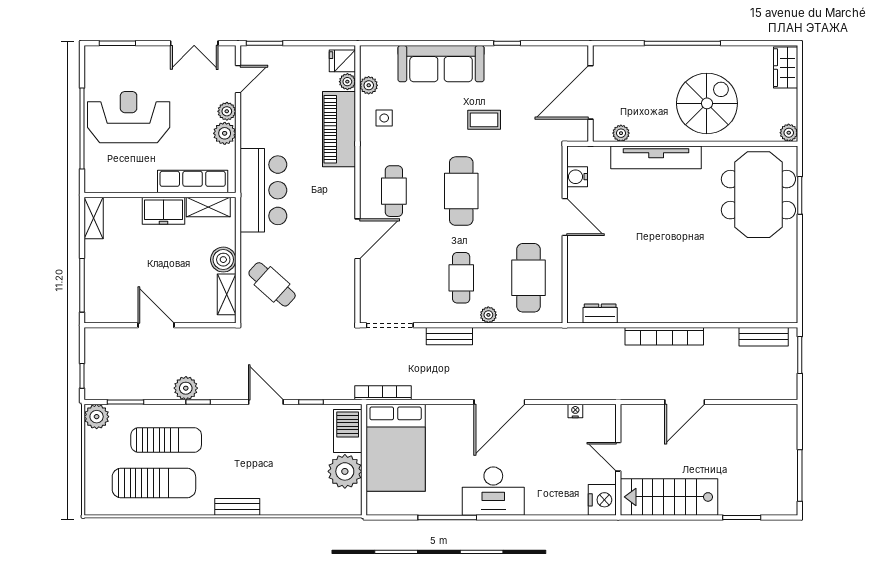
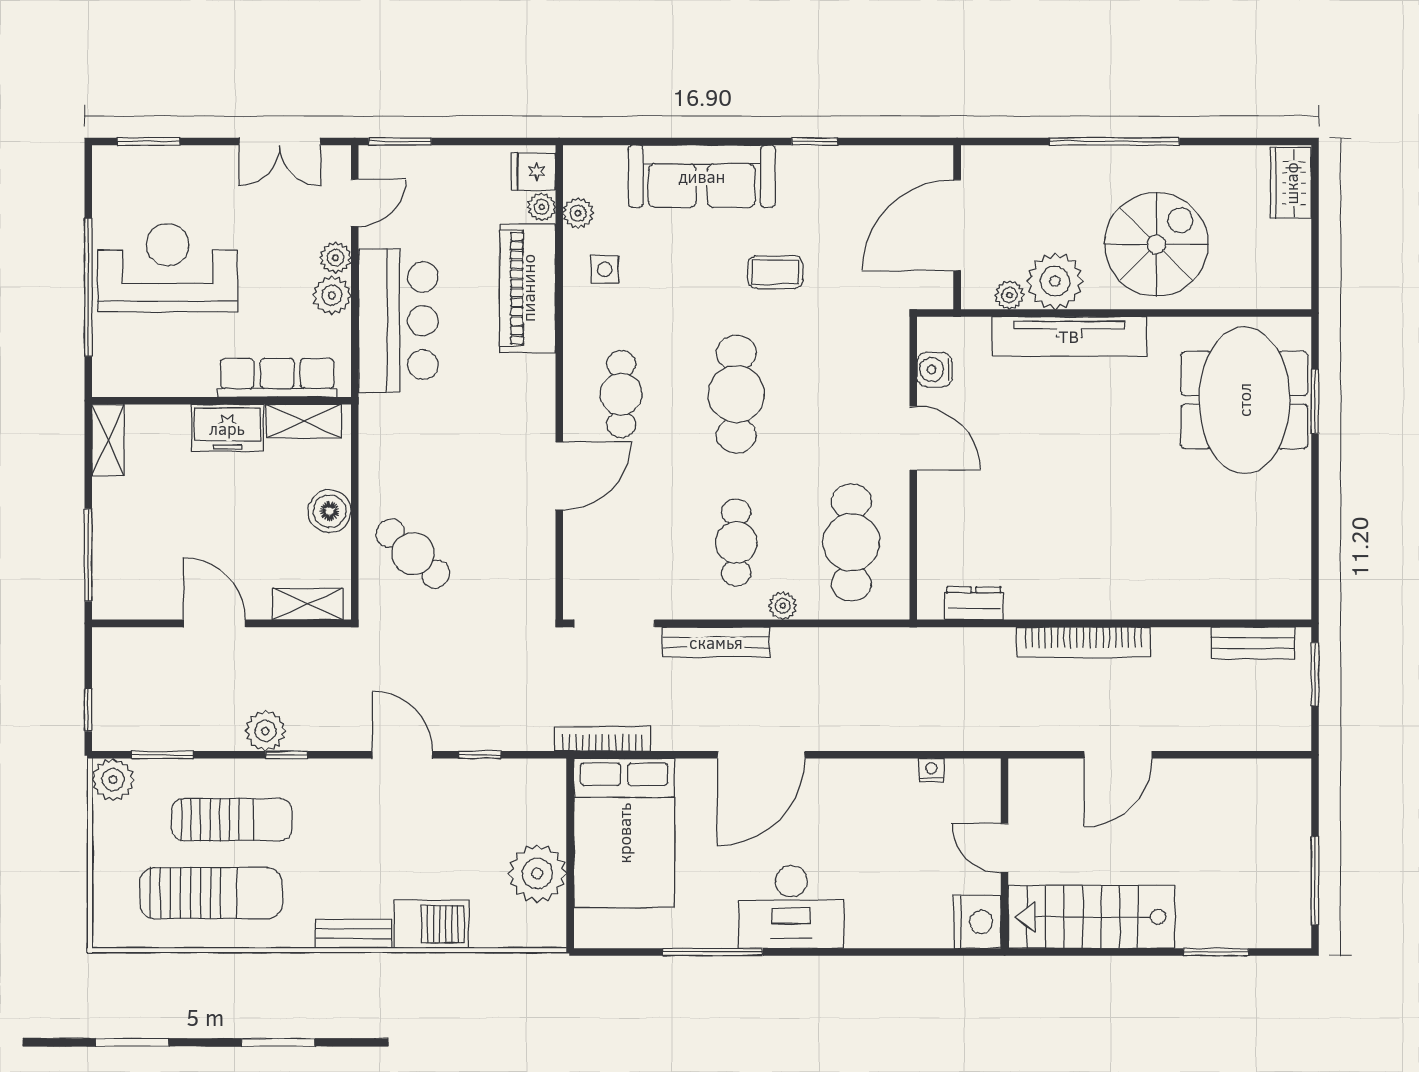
plant: (789, 133) -> (1055, 281), moved, width x1.88, depth x1.88
bar counter: (263, 190) -> (398, 321), moved
shelving: (227, 294) -> (308, 604), moved, turned 90
bench: (449, 336) -> (716, 642), width x1.36
door: (499, 402) -> (761, 755), moved
barbecue: (348, 431) -> (432, 924), moved, turned 90

